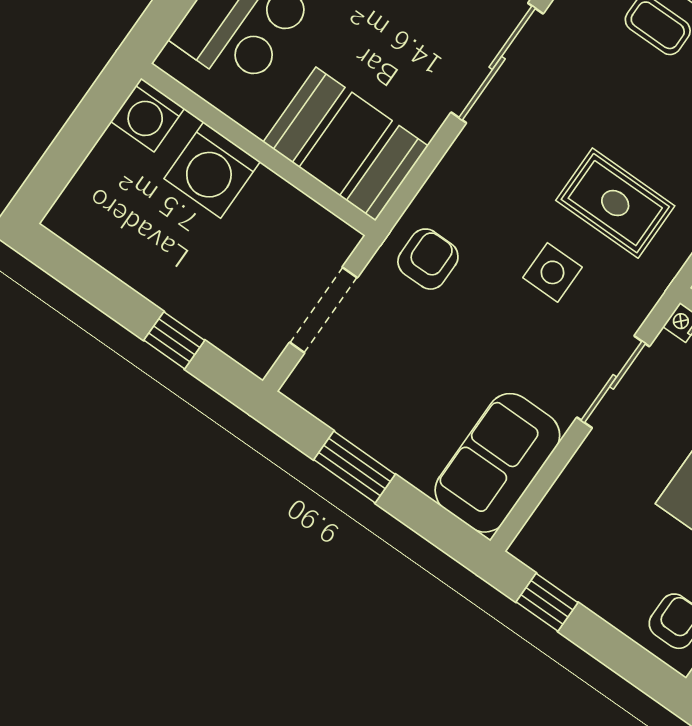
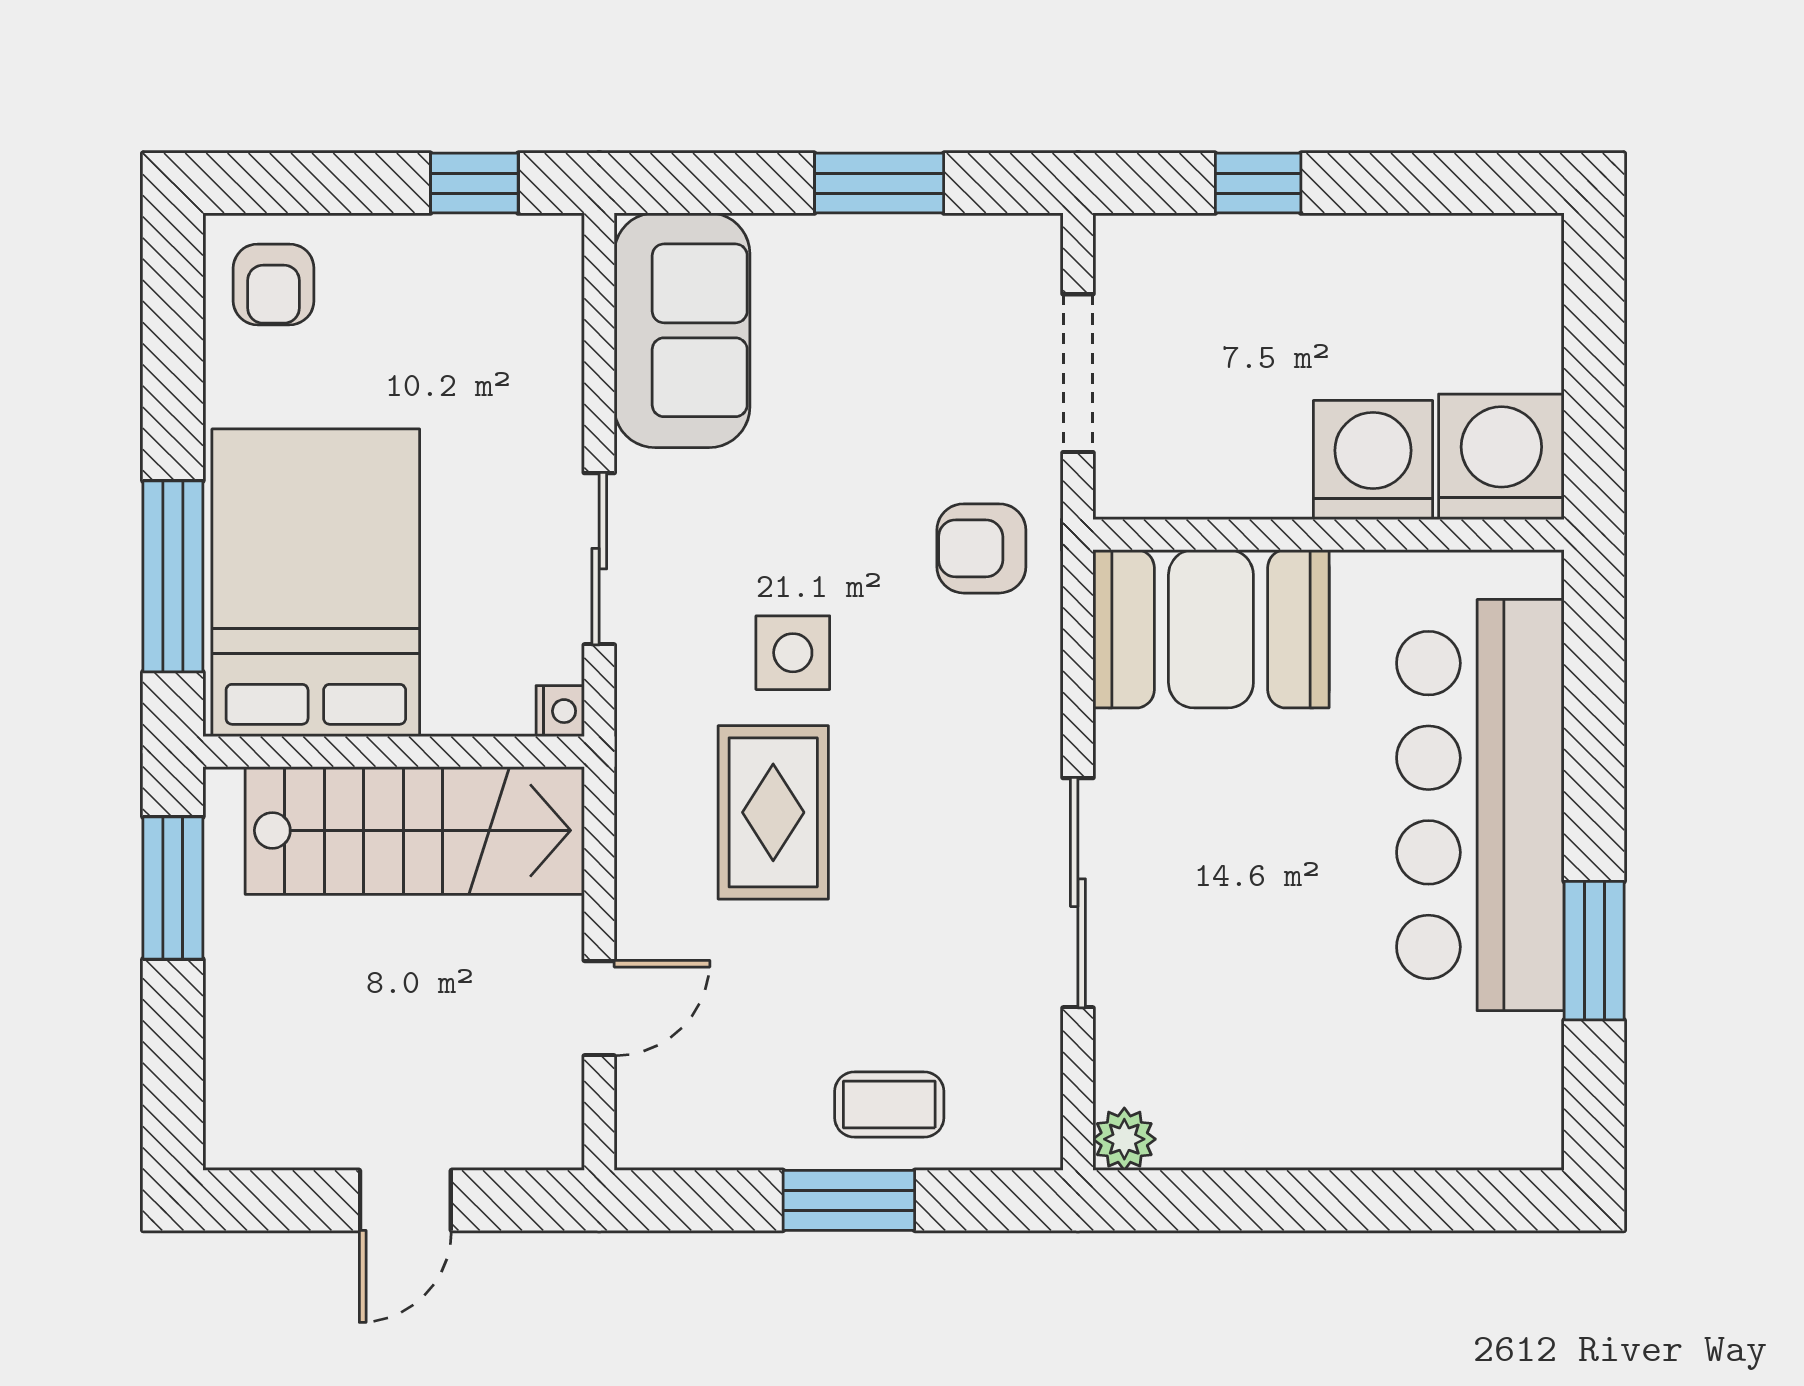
washing machine: (148, 115) -> (1501, 457), width x1.37, depth x1.37
rug: (615, 203) -> (773, 812), turned 90
armchair: (428, 259) -> (981, 548), turned 90

